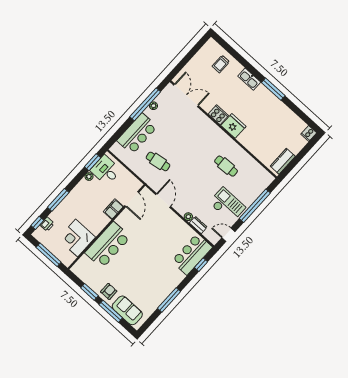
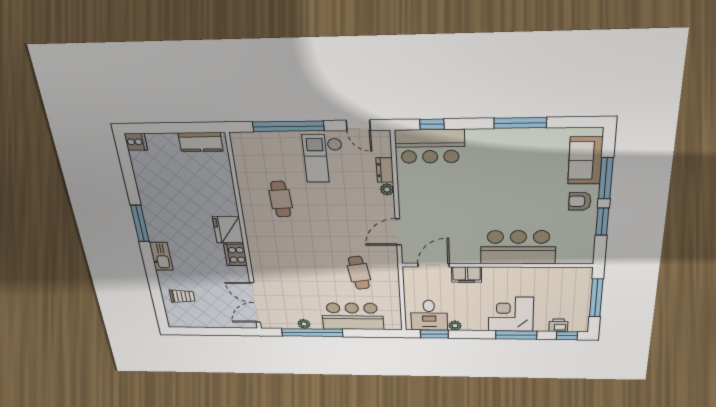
corner desk: (77, 238) -> (511, 314), moved, turned 180

